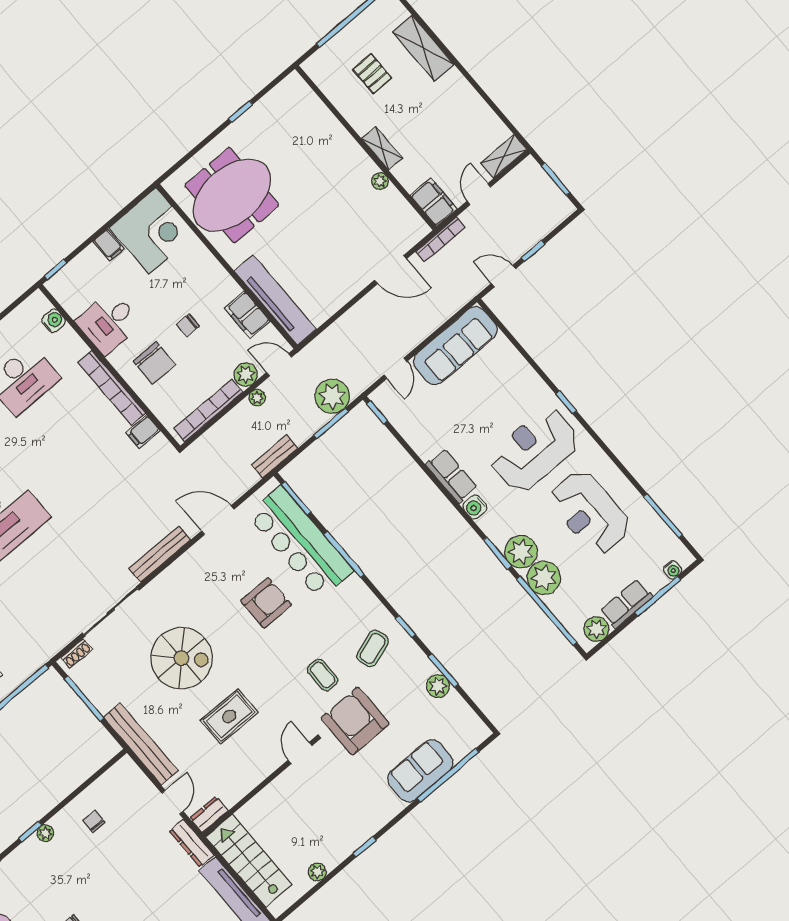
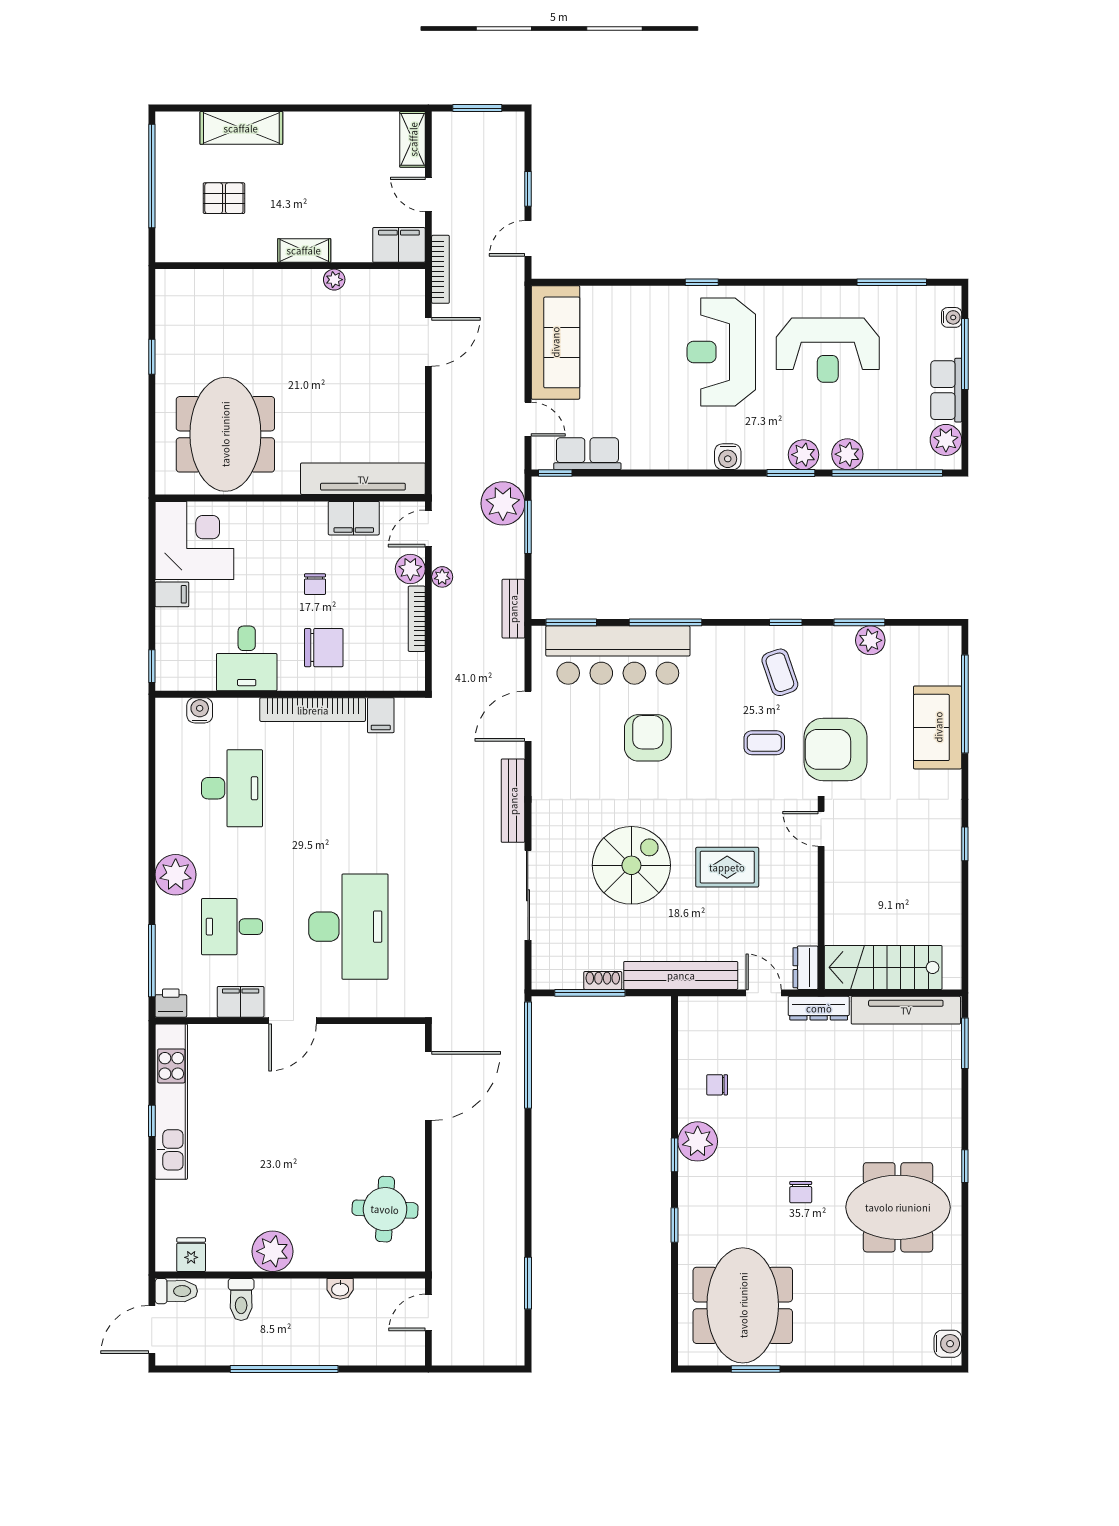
bookcase: (208, 410) -> (417, 619), width x0.68, depth x0.76
row of seats: (452, 476) -> (587, 454), moved
plant: (521, 552) -> (804, 455), width x0.73, depth x0.73
plant: (544, 578) -> (847, 454), width x0.73, depth x0.73
shoe rack: (77, 653) -> (603, 980), moved, turned -90
rug: (229, 716) -> (727, 867), turned 90
plant: (45, 833) -> (698, 1141), width x1.88, depth x1.88
plant: (317, 872) -> (950, 910), removed

